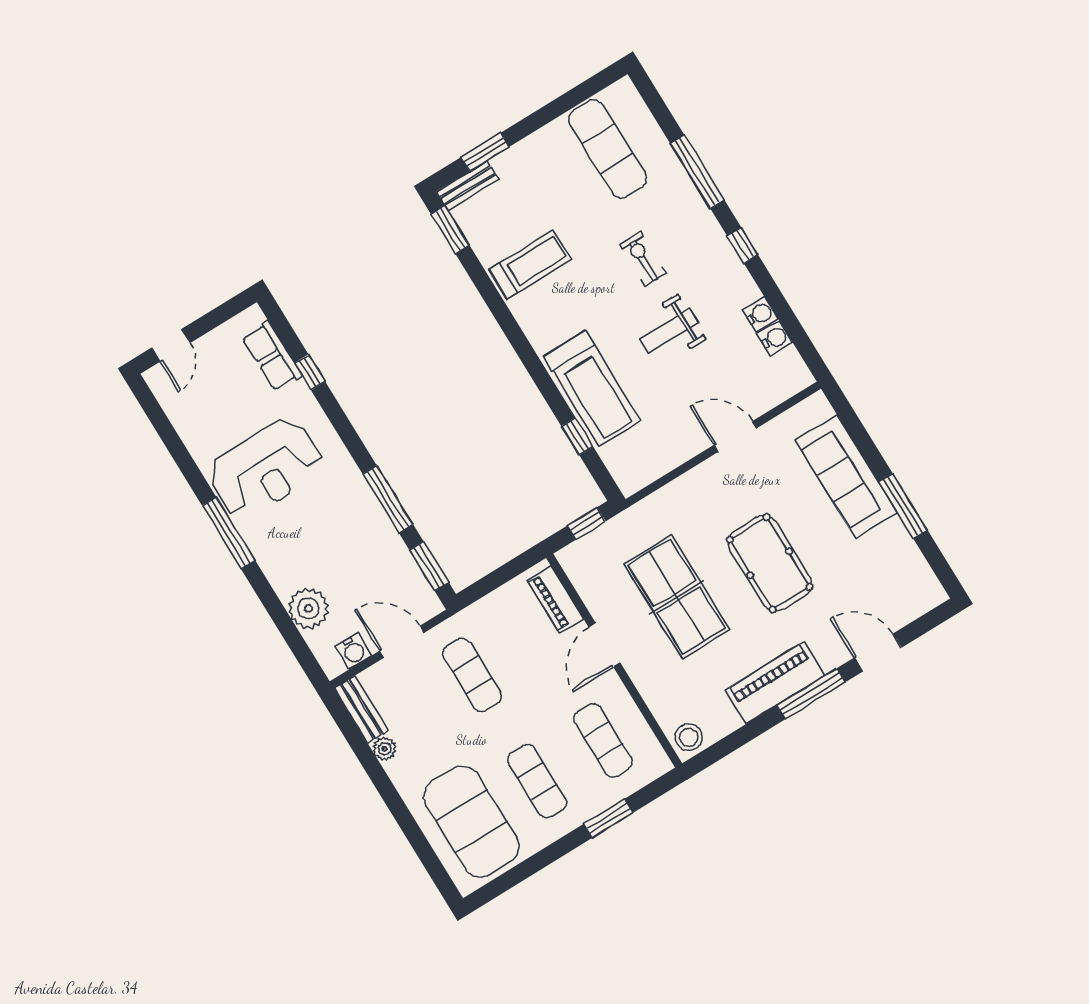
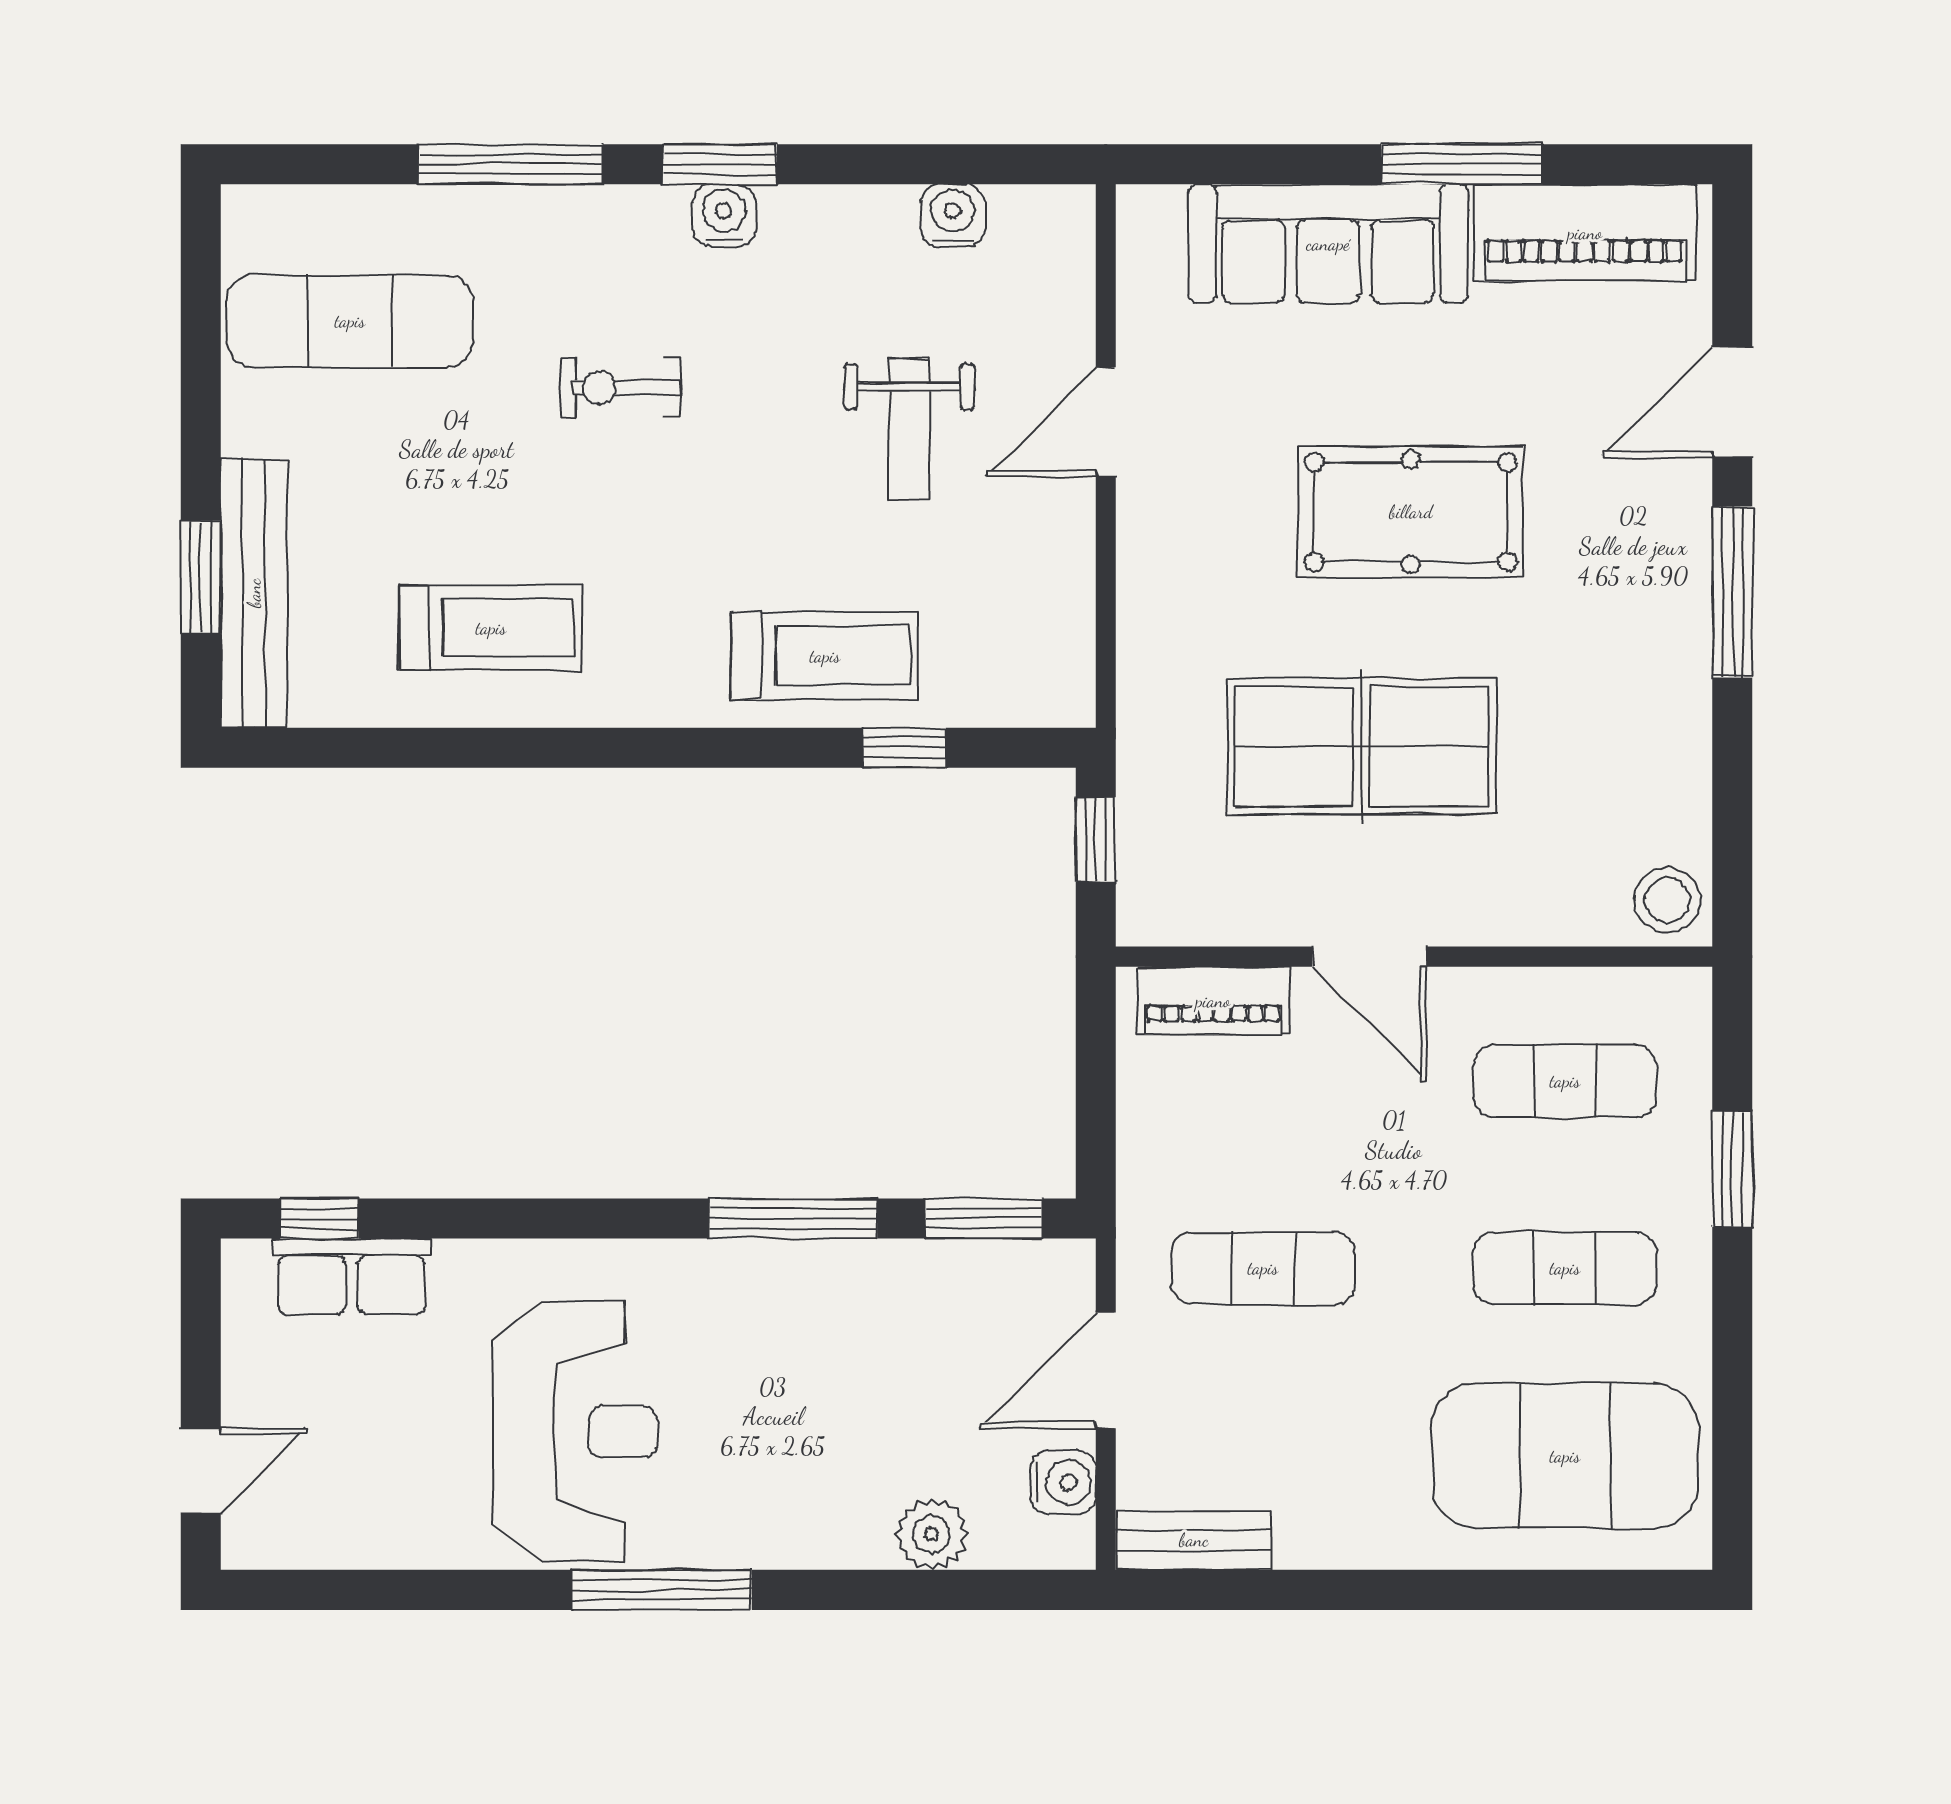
bench: (468, 186) -> (254, 593), width x1.86, depth x1.21
window: (450, 230) -> (317, 748), removed
window: (742, 245) -> (720, 164), width x1.50
treadmill: (530, 265) -> (491, 628), turned 90
water cooler: (760, 314) -> (724, 215), moved
weight bench: (669, 331) -> (909, 429), moved
door: (171, 345) -> (201, 1471), hinge flipped
window: (310, 372) -> (319, 1219), moved
treadmill: (592, 388) -> (825, 656), width x0.73, depth x0.73
plant: (308, 608) -> (931, 1534), width x0.73, depth x0.73
piano: (775, 683) -> (1585, 233), moved, turned -90
plant: (385, 749) -> (1305, 1542), removed

